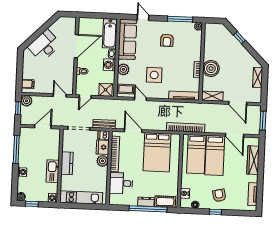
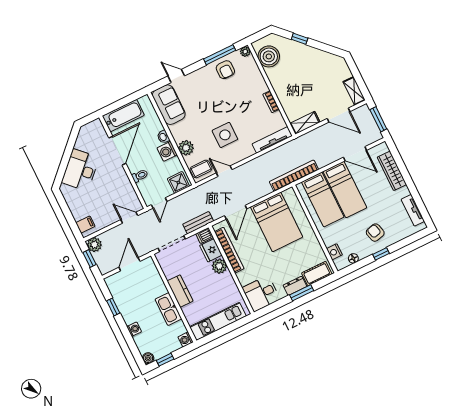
bathtub: (110, 34) -> (123, 116), moved, turned -90
sofa: (127, 39) -> (169, 105), width x0.73
armchair: (167, 40) -> (225, 70), moved
boiler: (211, 68) -> (269, 56), moved
shelving: (258, 77) -> (354, 91), moved
door: (133, 131) -> (236, 212), swing flipped
window: (16, 149) -> (113, 307), width x0.46
desk: (121, 183) -> (261, 294), moved
window: (148, 209) -> (302, 293), width x0.47

